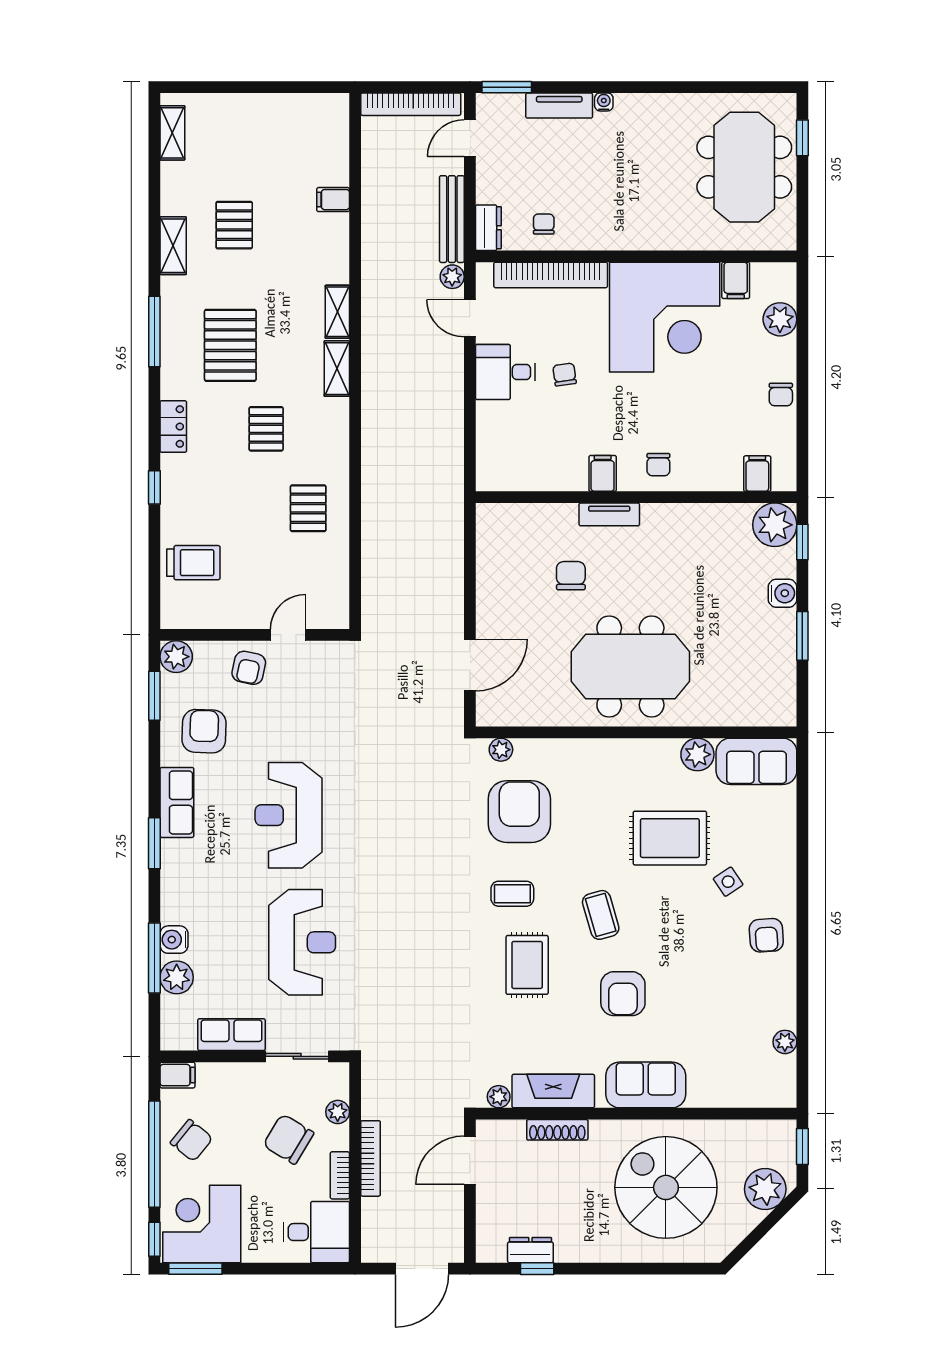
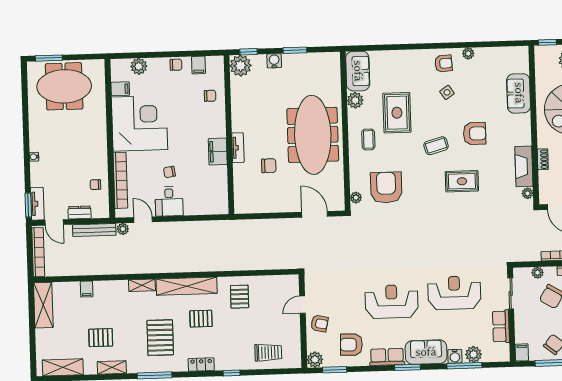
tv unit: (559, 106) -> (37, 204), moved
shelving: (303, 111) -> (43, 305), added
shelving: (172, 133) -> (63, 367), width x1.50, depth x1.33
window: (802, 138) -> (49, 58), width x1.50
dresser: (488, 228) -> (80, 212), moved
door: (470, 318) -> (143, 220), swing flipped
pallet: (230, 345) -> (160, 338), turned 90
shelving: (337, 369) -> (187, 286), width x2.20, depth x1.33
chair: (658, 465) -> (210, 96), moved
filing cabinet: (603, 473) -> (218, 152), width x2.00
filing cabinet: (757, 474) -> (199, 65), moved, turned -90
pallet: (308, 508) -> (240, 297), turned 90
trolley: (193, 563) -> (268, 353), turned 90
chair: (571, 576) -> (269, 166), turned 180
door: (288, 635) -> (302, 305), hinge flipped
meeting table: (630, 666) -> (313, 135), width x1.36
armchair: (519, 812) -> (386, 188), turned 90
reception desk: (288, 815) -> (392, 302), turned 180
sofa: (184, 882) -> (426, 352), added
side table: (728, 882) -> (447, 92), moved
coffee table: (512, 894) -> (368, 139), moved
plant: (785, 1042) -> (468, 53), moved
sofa: (646, 1085) -> (519, 93), moved
shoe rack: (557, 1130) -> (543, 159), width x0.70

